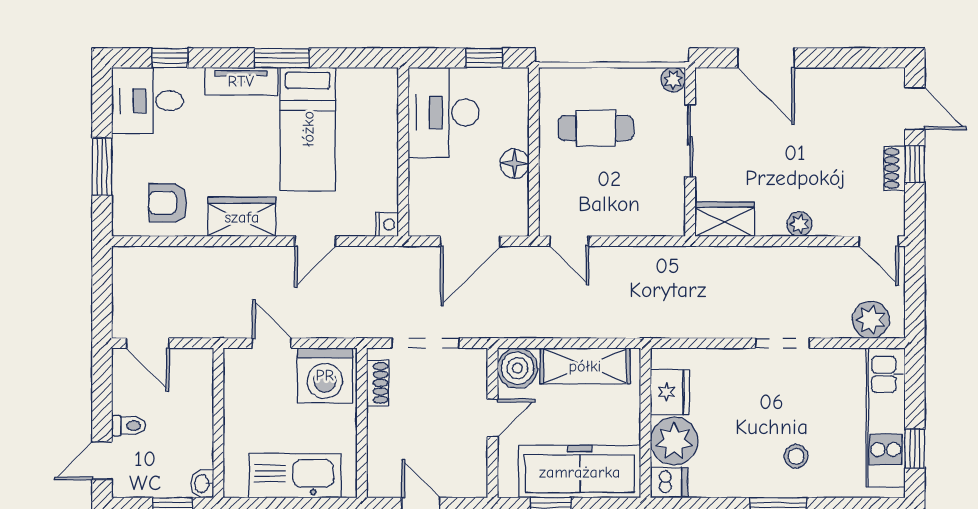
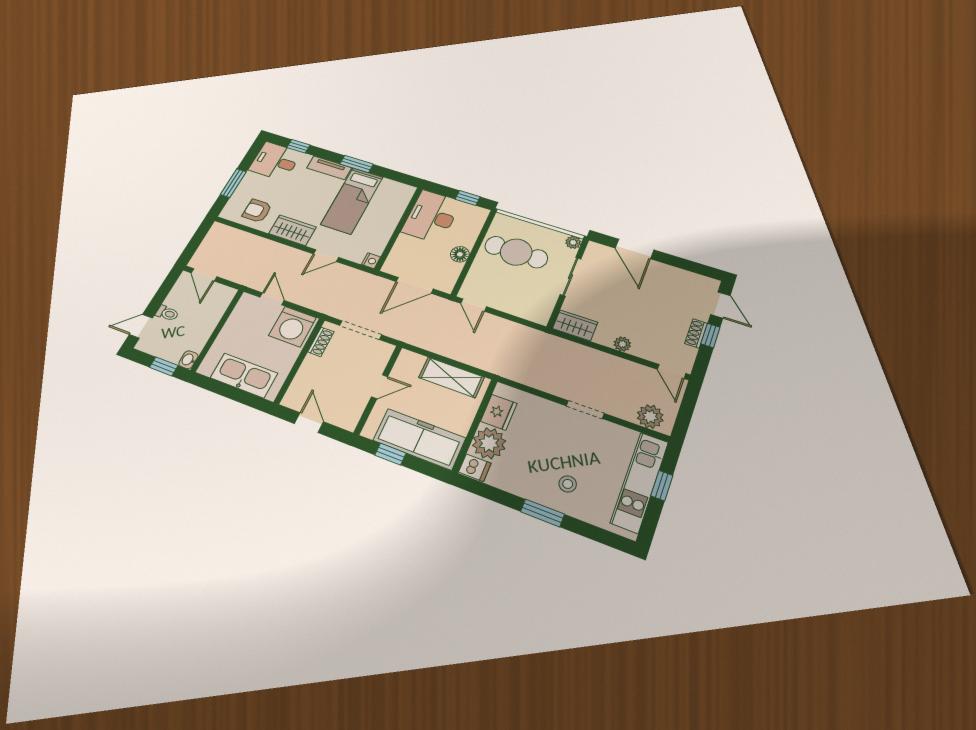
cafe table: (596, 128) -> (516, 252), width x1.37, depth x1.35
boiler: (517, 368) -> (409, 364), removed
window: (915, 448) -> (662, 486), moved

